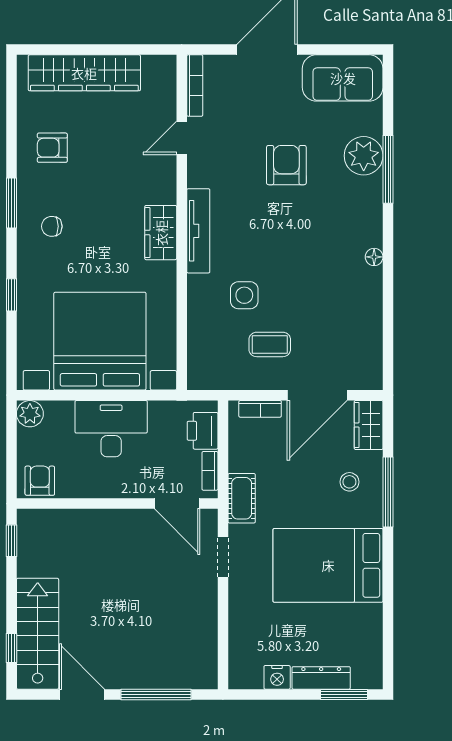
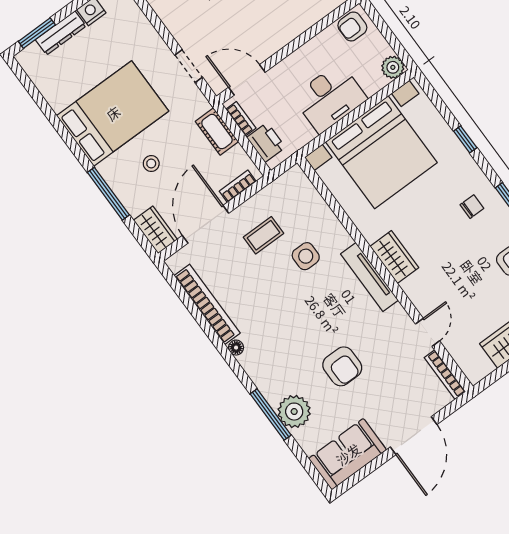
bookcase: (371, 318) -> (207, 304), added
armchair: (40, 481) -> (352, 26), turned 90
stool: (349, 482) -> (151, 164), moved
cot: (242, 498) -> (217, 132), moved

